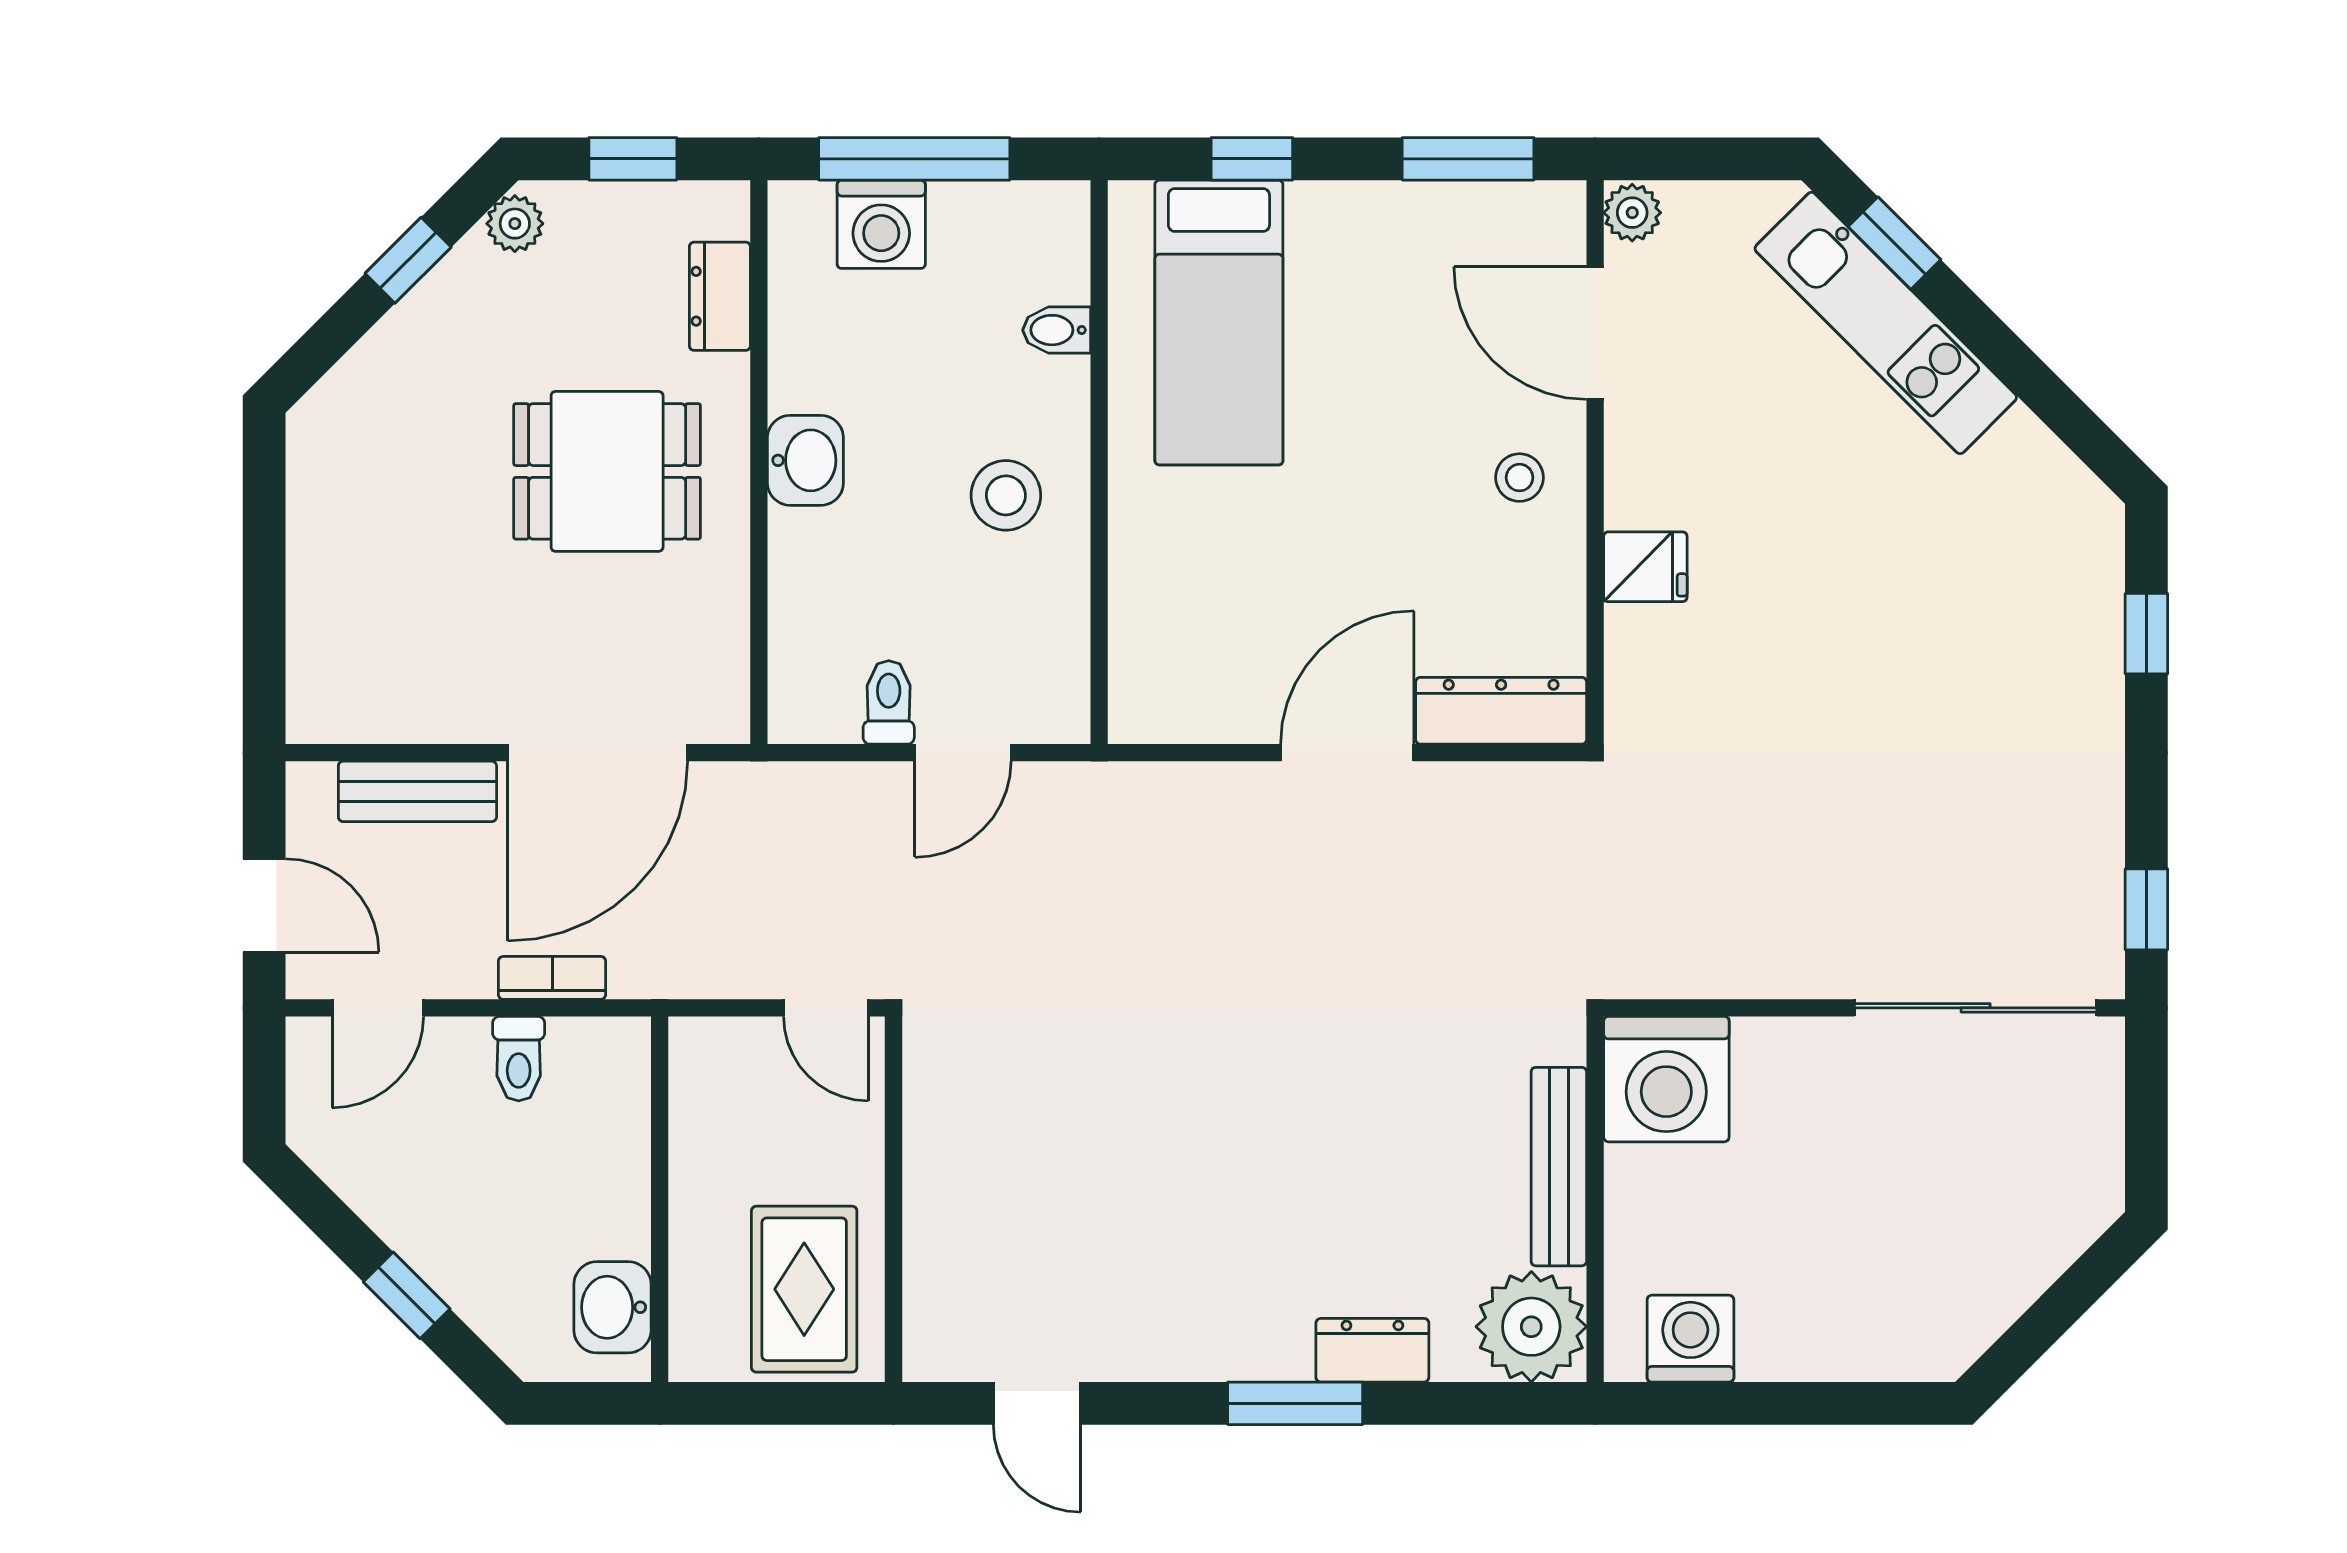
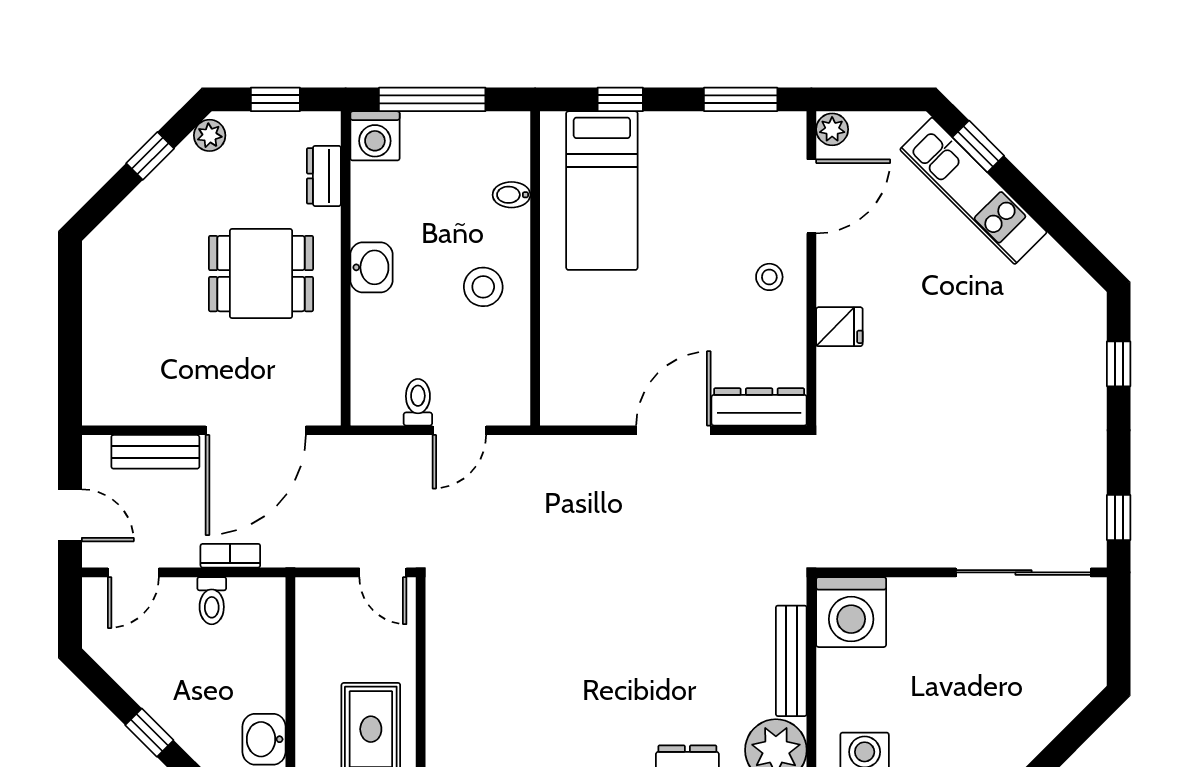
washing machine: (881, 224) -> (375, 136), moved
door: (1595, 333) -> (811, 196), swing flipped

